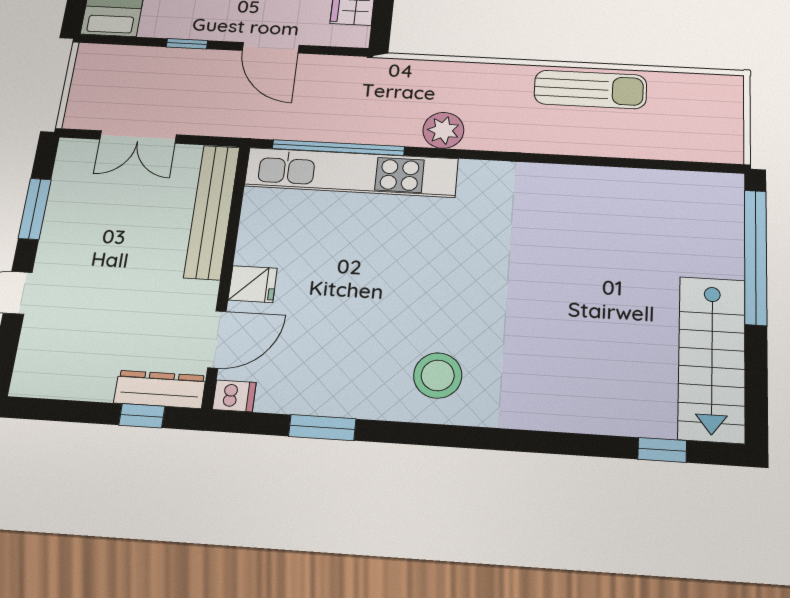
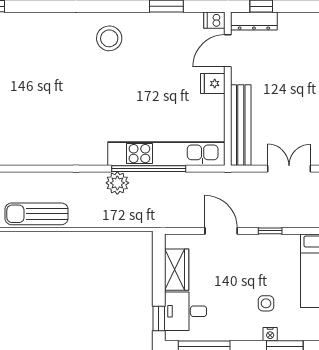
window: (338, 148) -> (149, 169), moved

